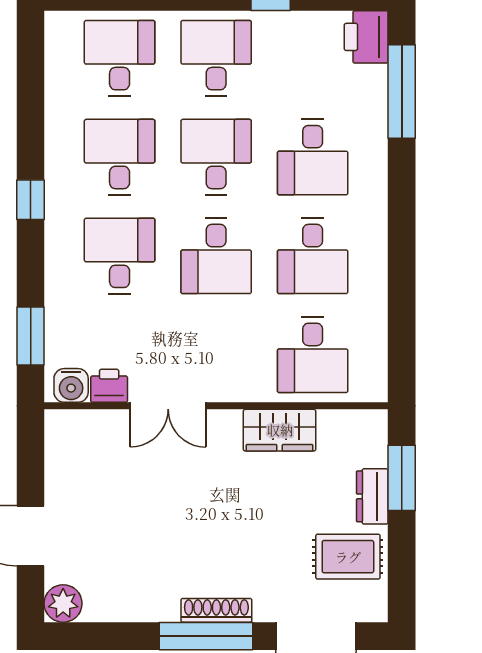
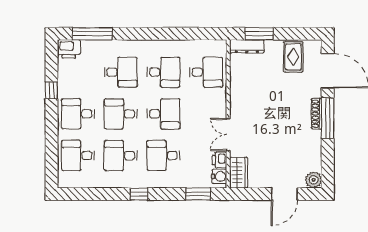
double door: (168, 406) -> (228, 135), swing flipped
wardrobe: (280, 430) -> (239, 172), moved
dresser: (372, 496) -> (247, 46), moved, width x1.44

